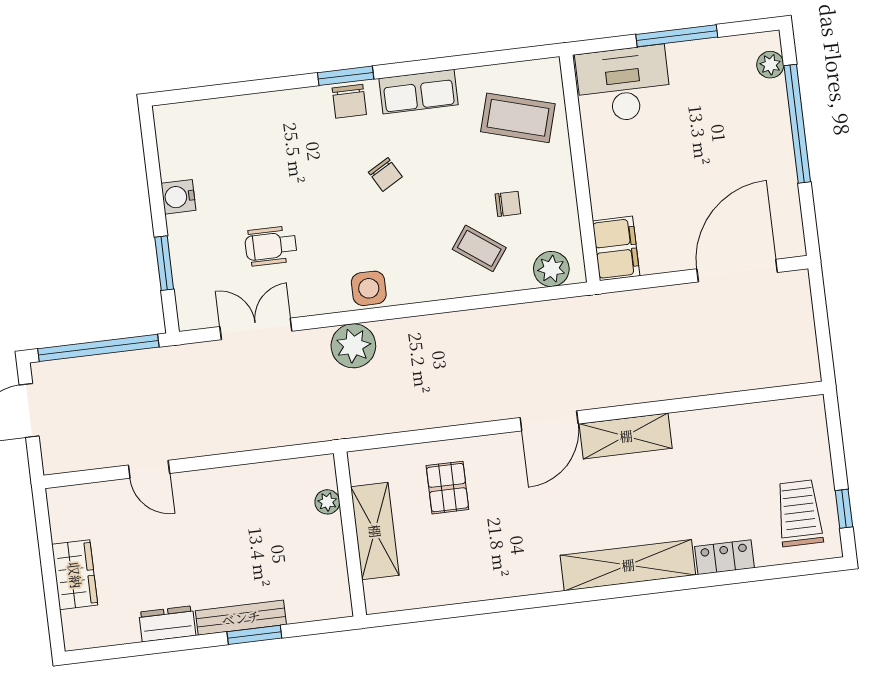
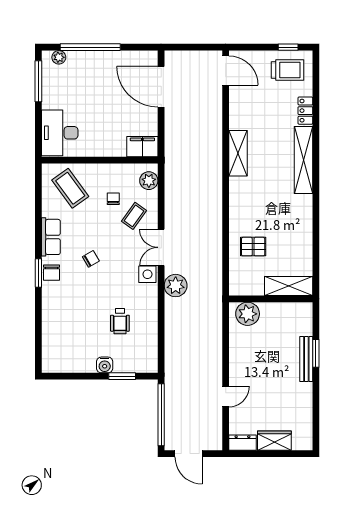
window: (677, 36) -> (38, 81), moved
chair: (349, 101) -> (52, 273), turned 90
coffee table: (518, 118) -> (70, 188), turned -52
water cooler: (178, 197) -> (105, 365), moved
double door: (256, 329) -> (161, 247), moved
door: (549, 421) -> (226, 70), moved
plant: (327, 502) -> (248, 314), width x1.87, depth x1.87
trolley: (799, 513) -> (288, 70), turned 180
shelving: (375, 531) -> (289, 286), moved
dresser: (167, 624) -> (242, 443), moved, turned 90

